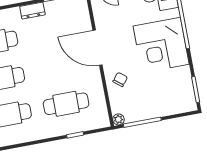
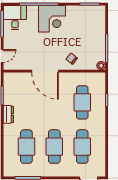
corner desk: (161, 45) -> (52, 19), width x0.74, depth x0.74
door: (98, 48) -> (45, 71), hinge flipped

